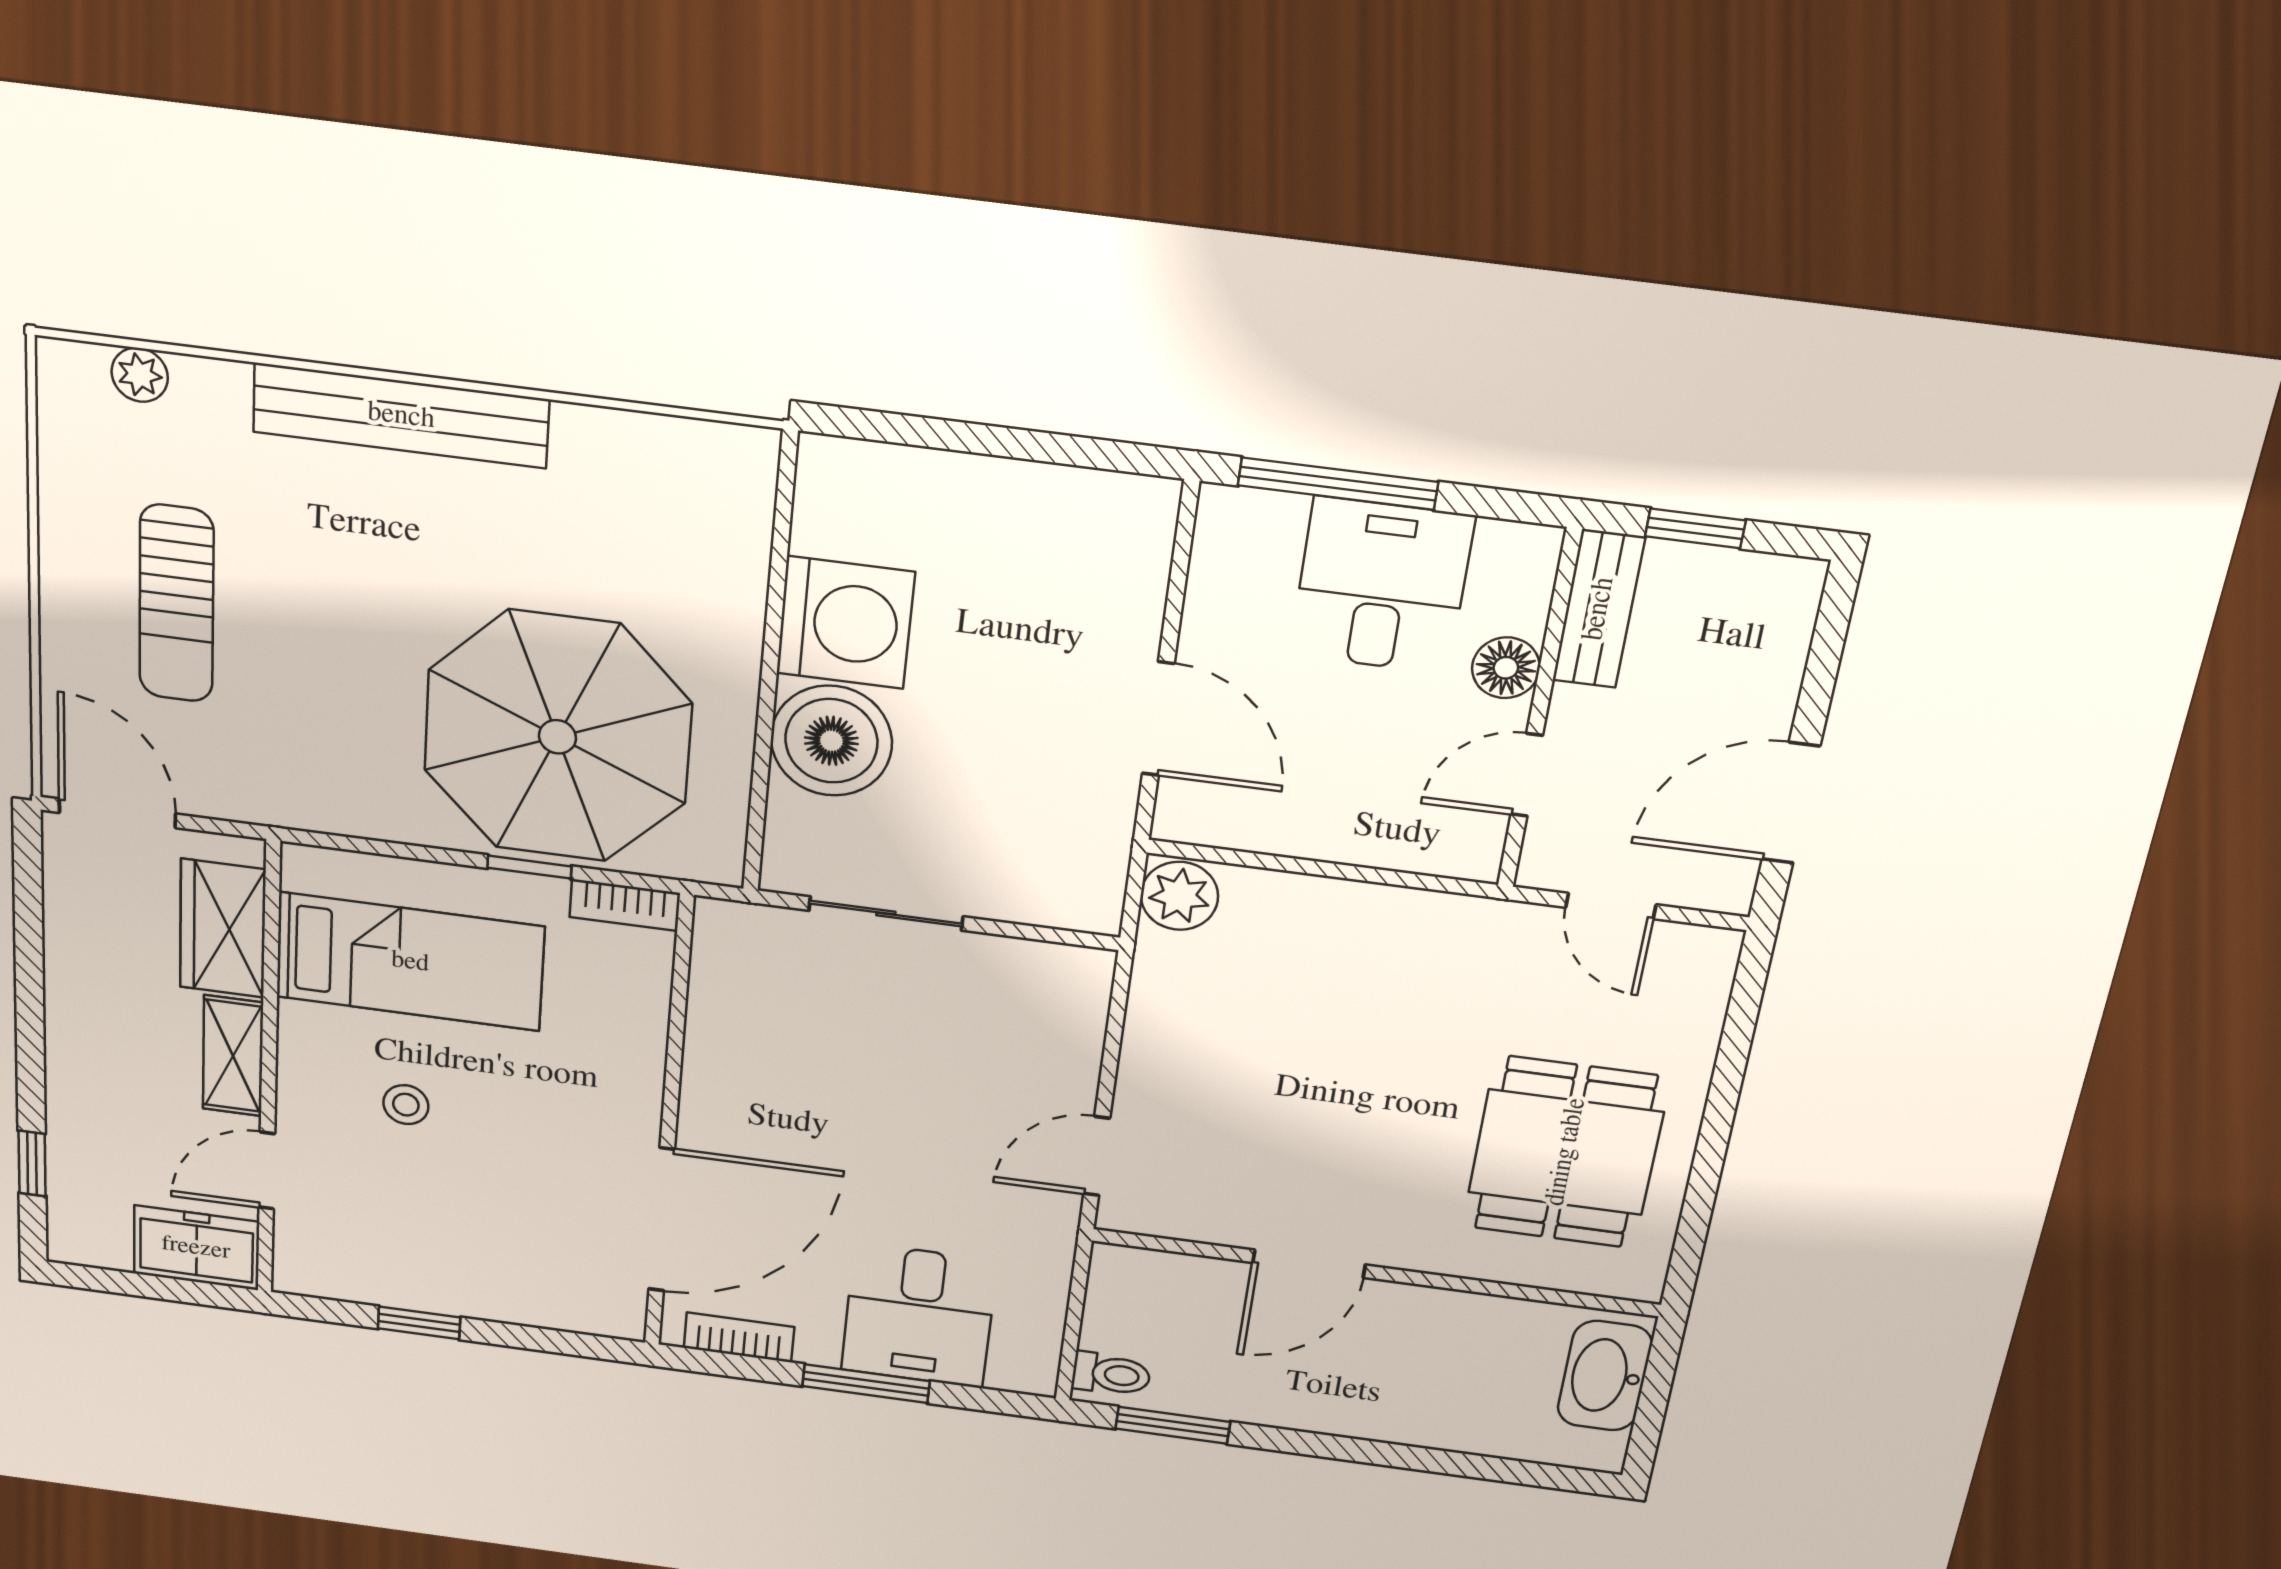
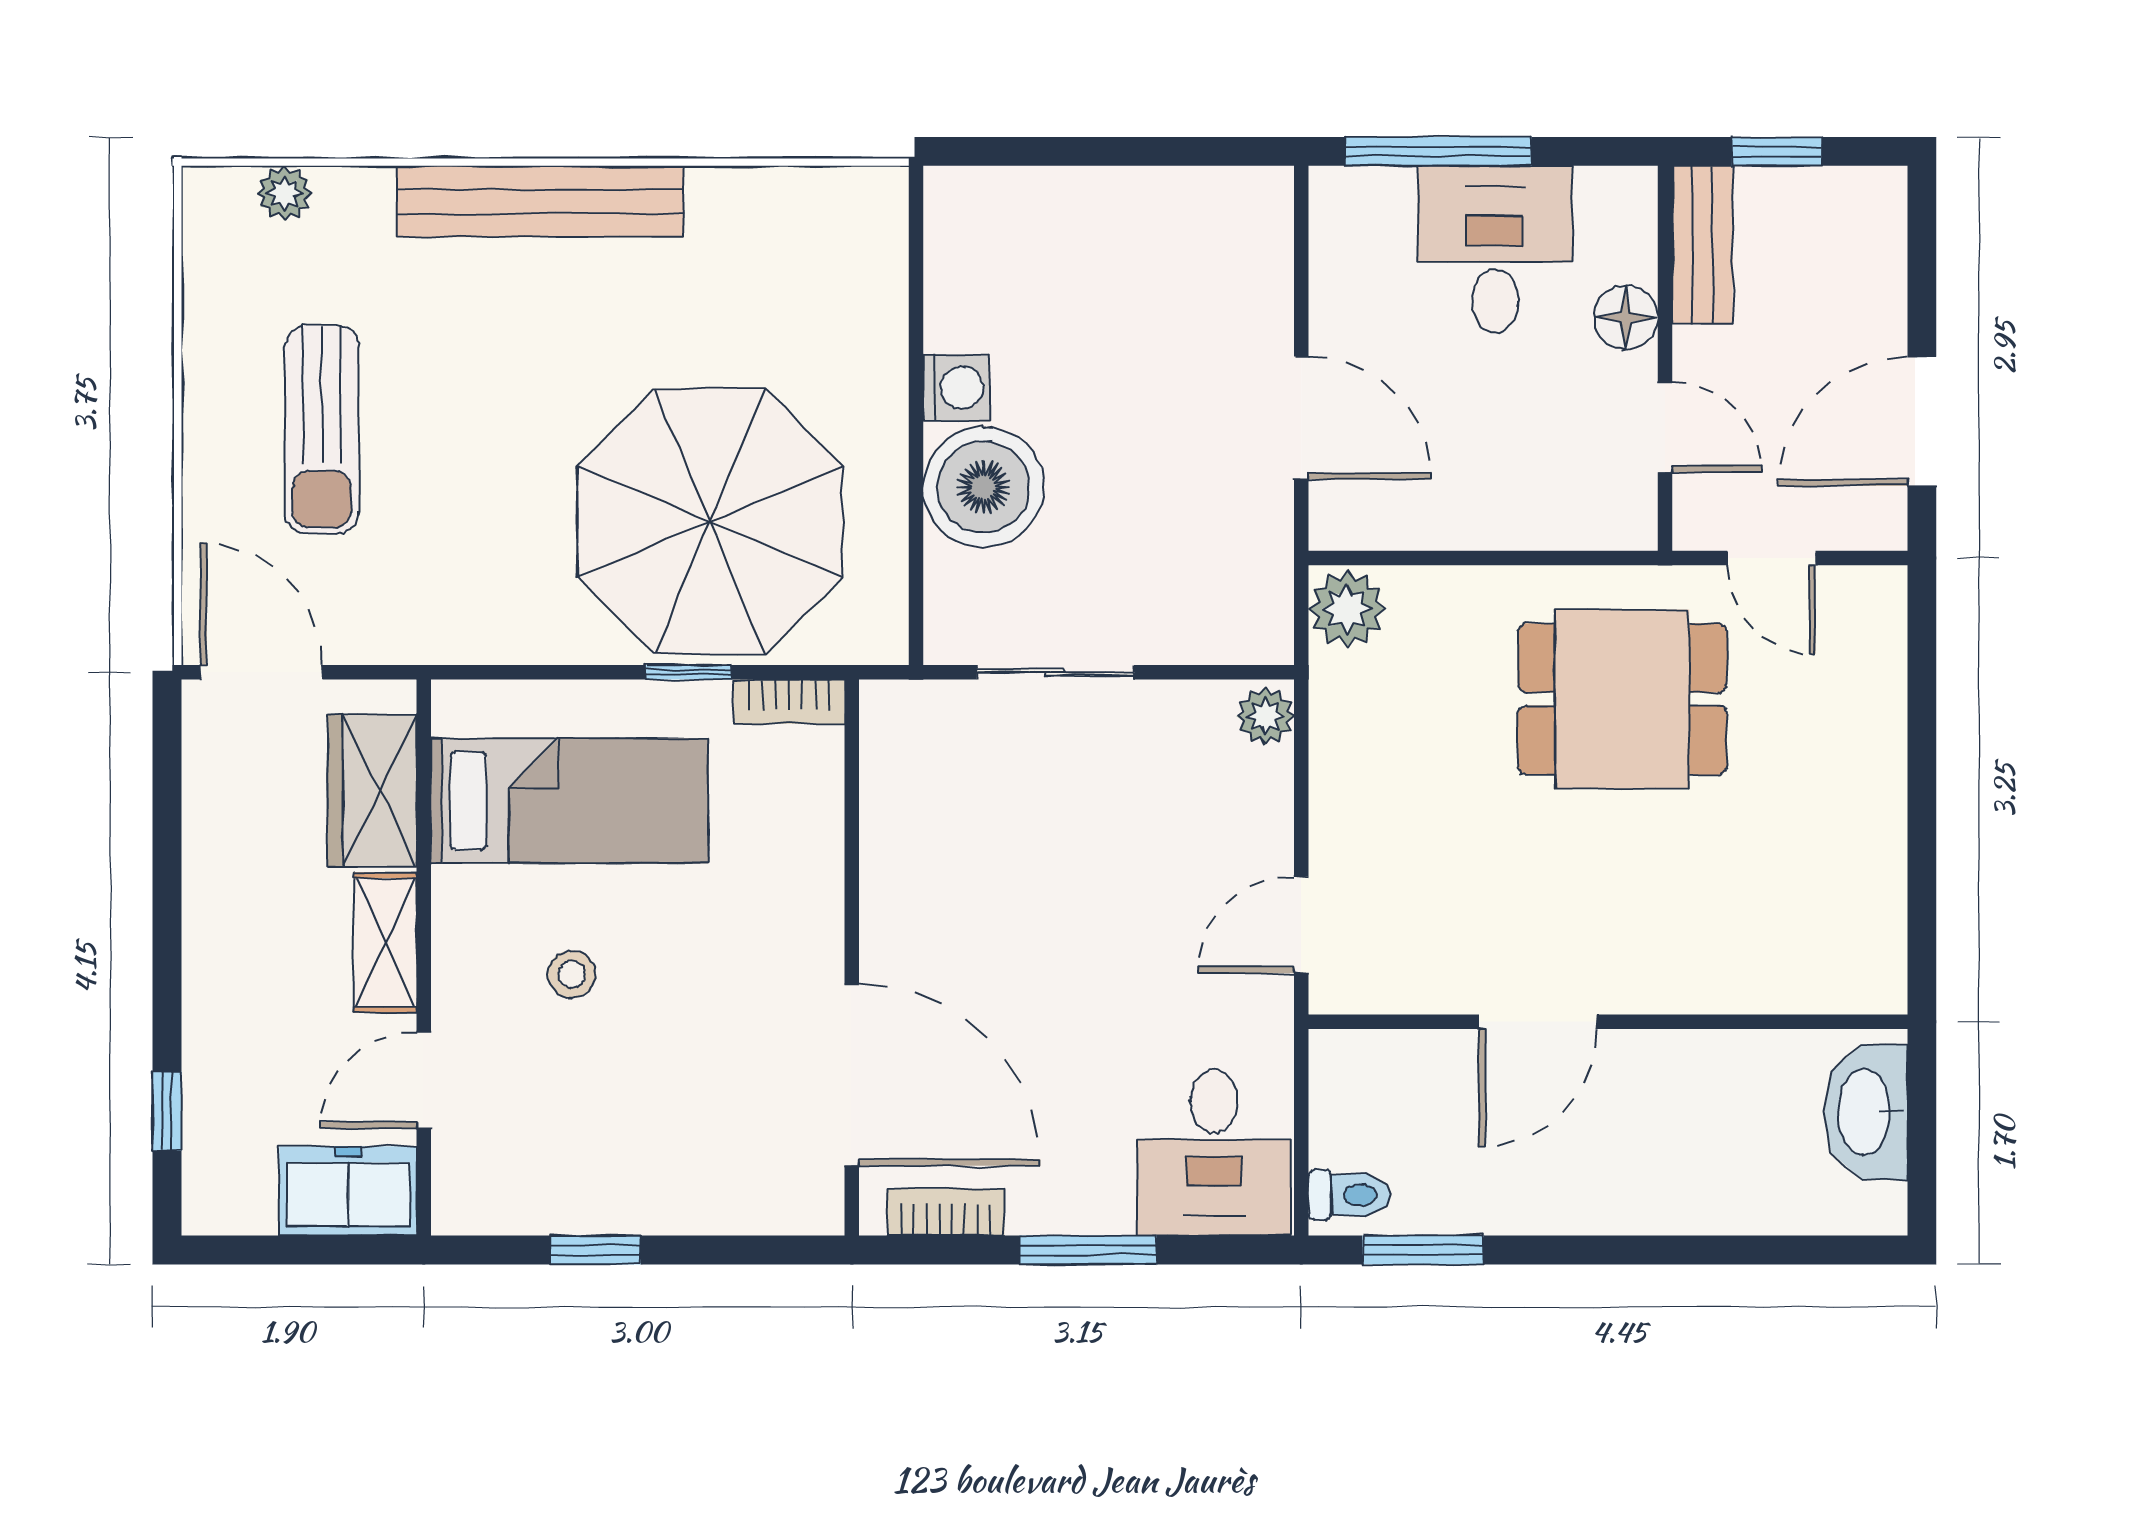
washing machine: (845, 623) -> (956, 388), width x0.53, depth x0.53
door: (1527, 775) -> (1665, 428), swing flipped
plant: (1086, 978) -> (1265, 716), added
dining table: (1566, 1152) -> (1622, 699), moved, turned 90
door: (662, 1220) -> (852, 1075), hinge flipped
desk: (919, 1316) -> (1214, 1153), moved

